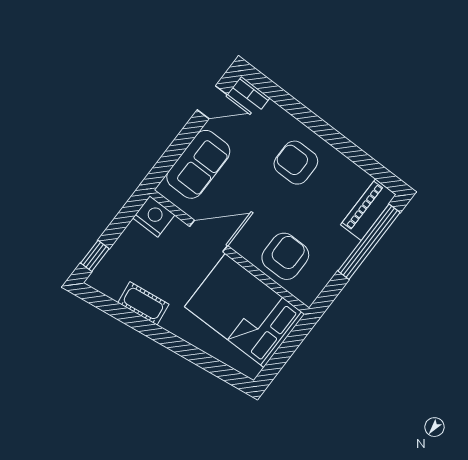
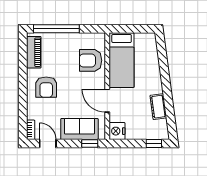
window: (166, 163) -> (90, 144), added
piano: (368, 210) -> (34, 52), moved, turned -90
bed: (245, 311) -> (122, 60), width x0.67

